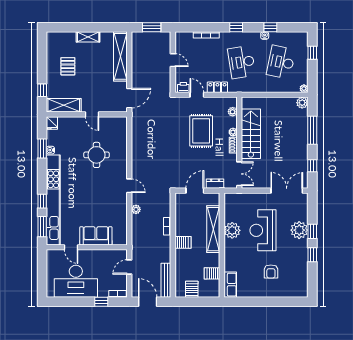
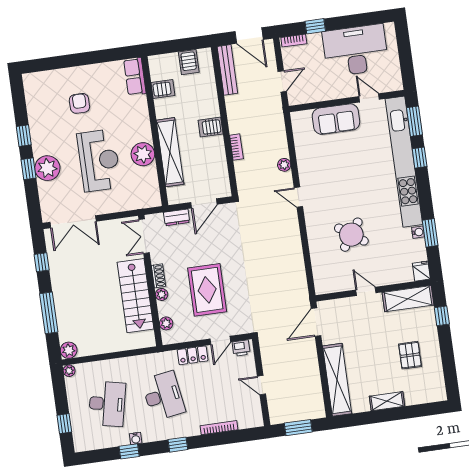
door: (197, 95) -> (220, 340), hinge flipped
round table: (97, 155) -> (351, 235), turned 35

